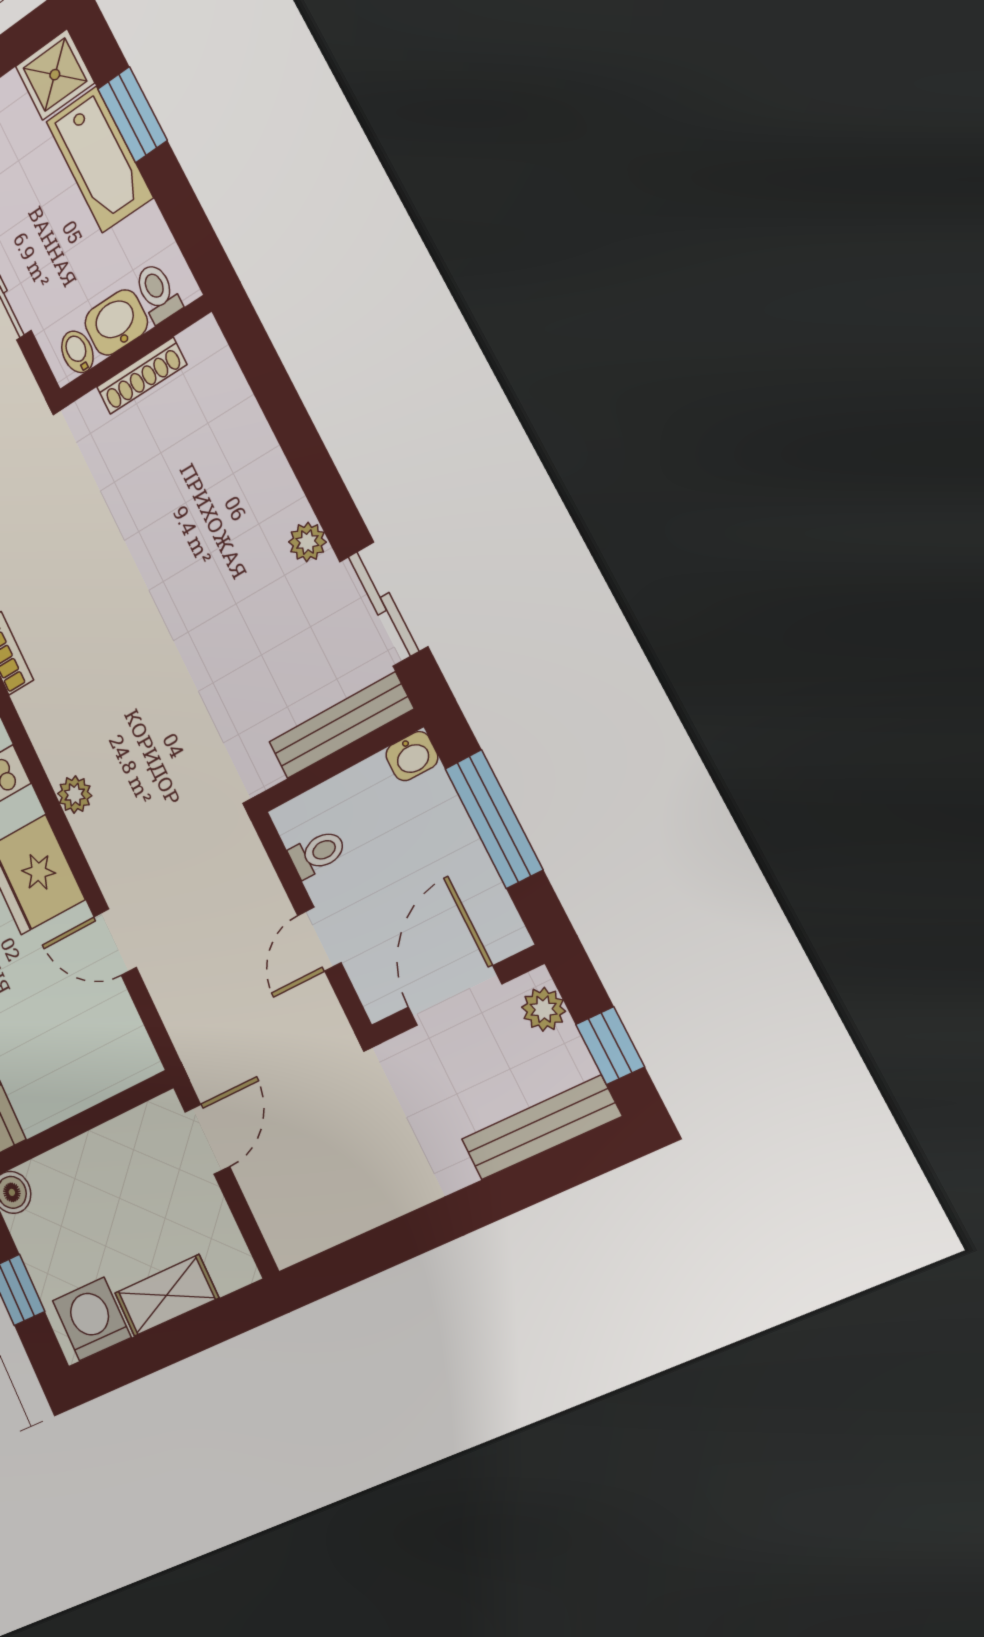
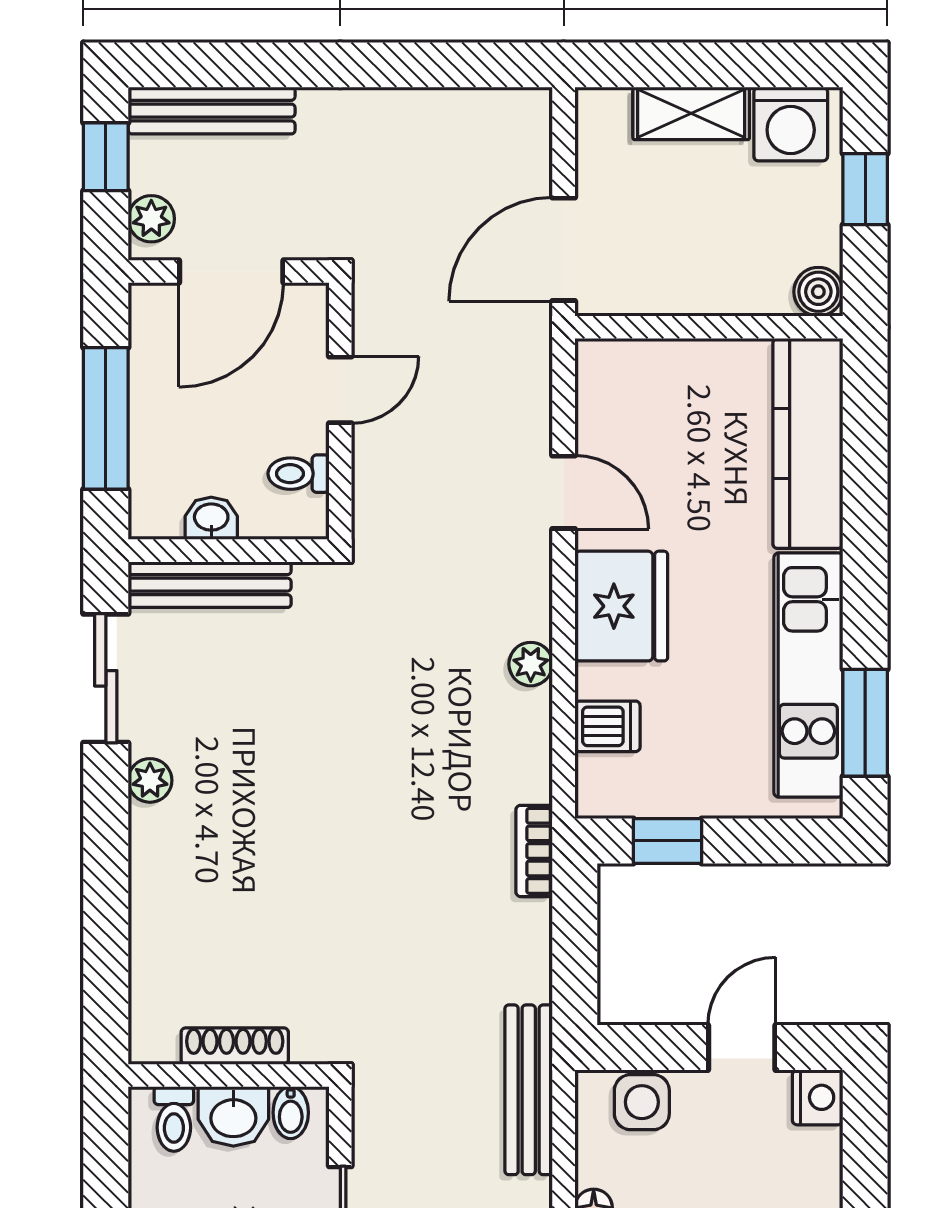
washbasin: (412, 756) -> (211, 518), moved
door: (207, 1139) -> (564, 249), width x1.38

